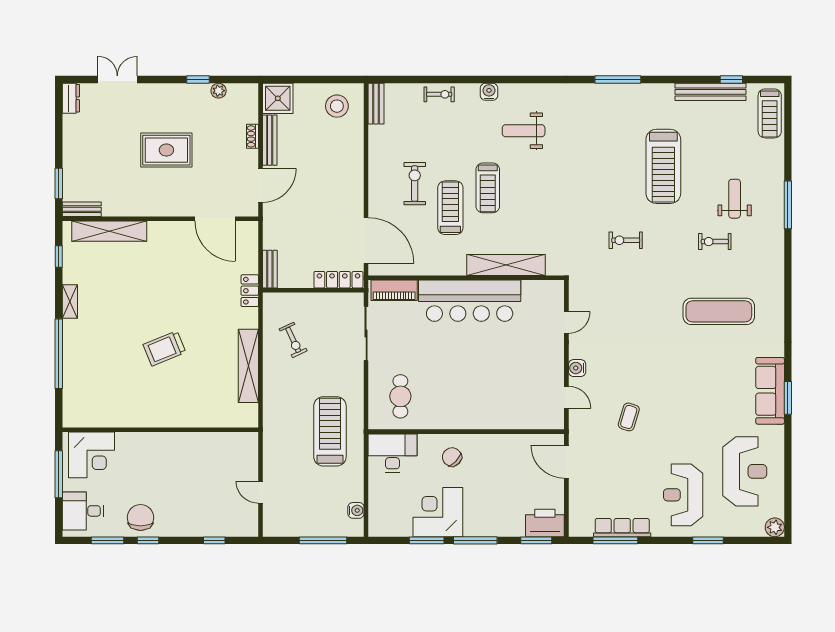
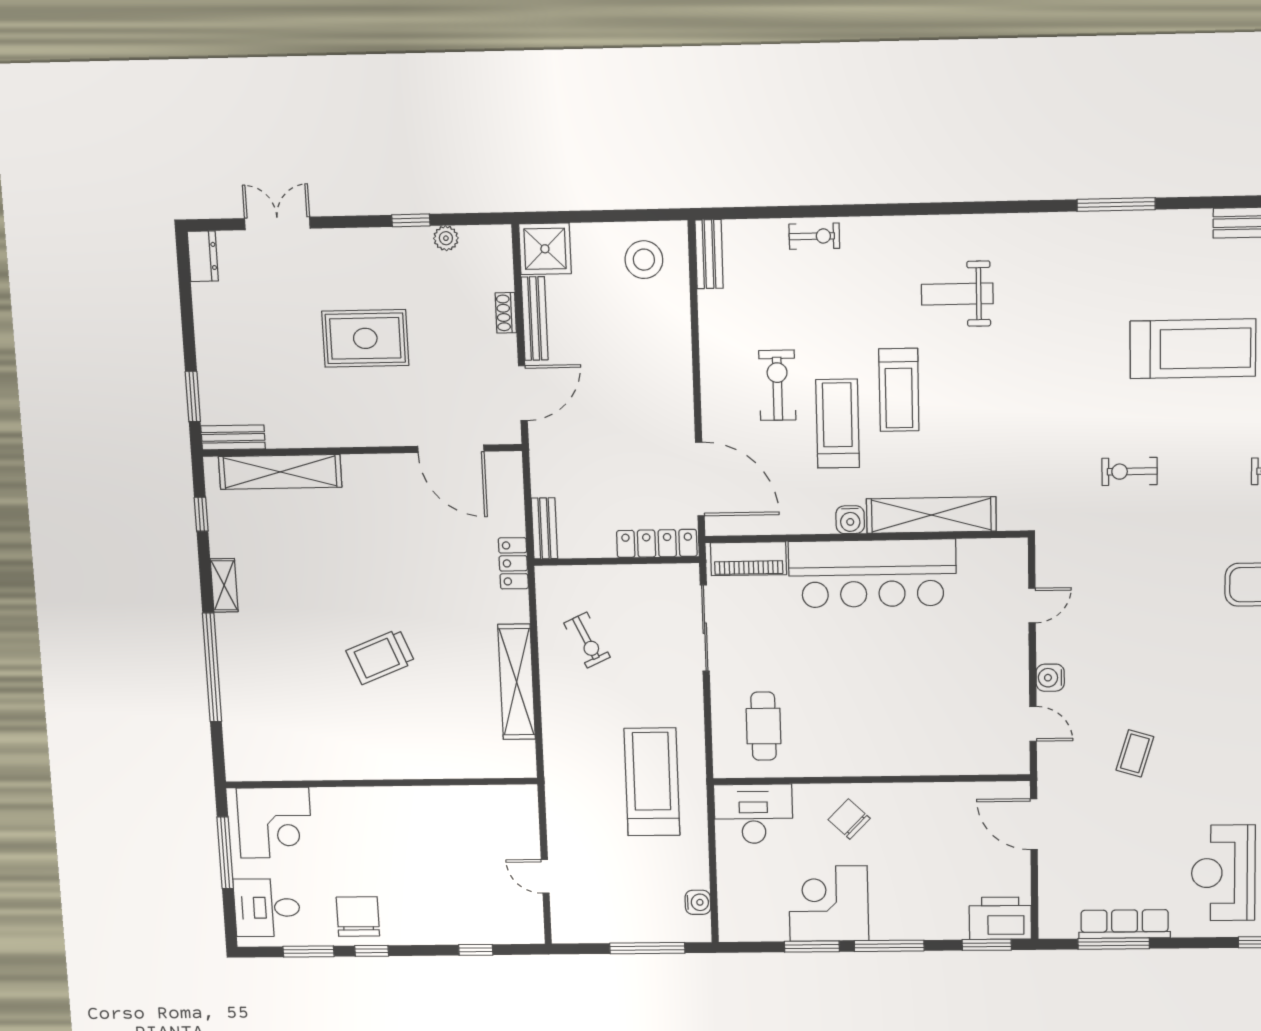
water cooler: (489, 92) -> (850, 520), moved, turned 180
treadmill: (663, 166) -> (1193, 349), turned -90

